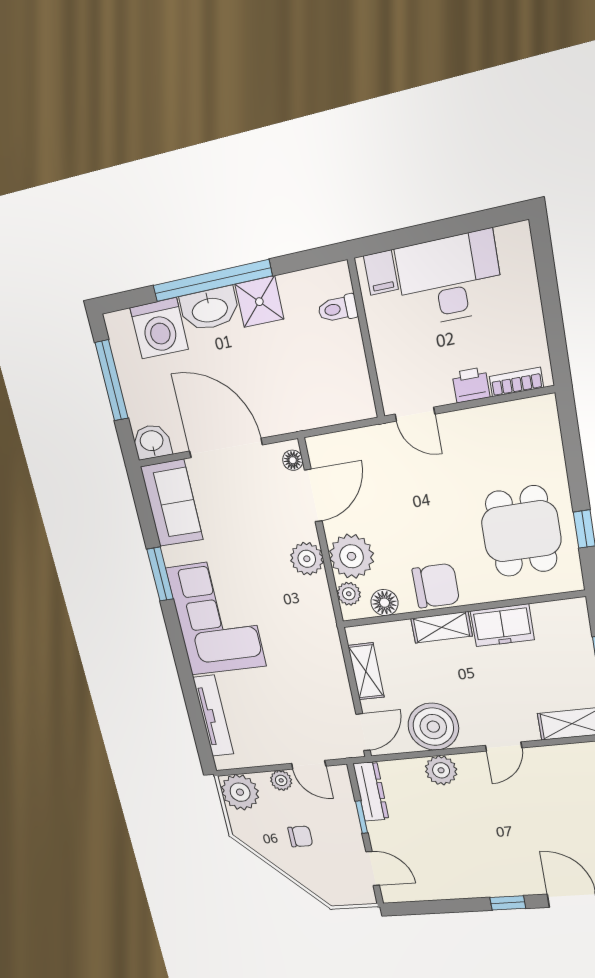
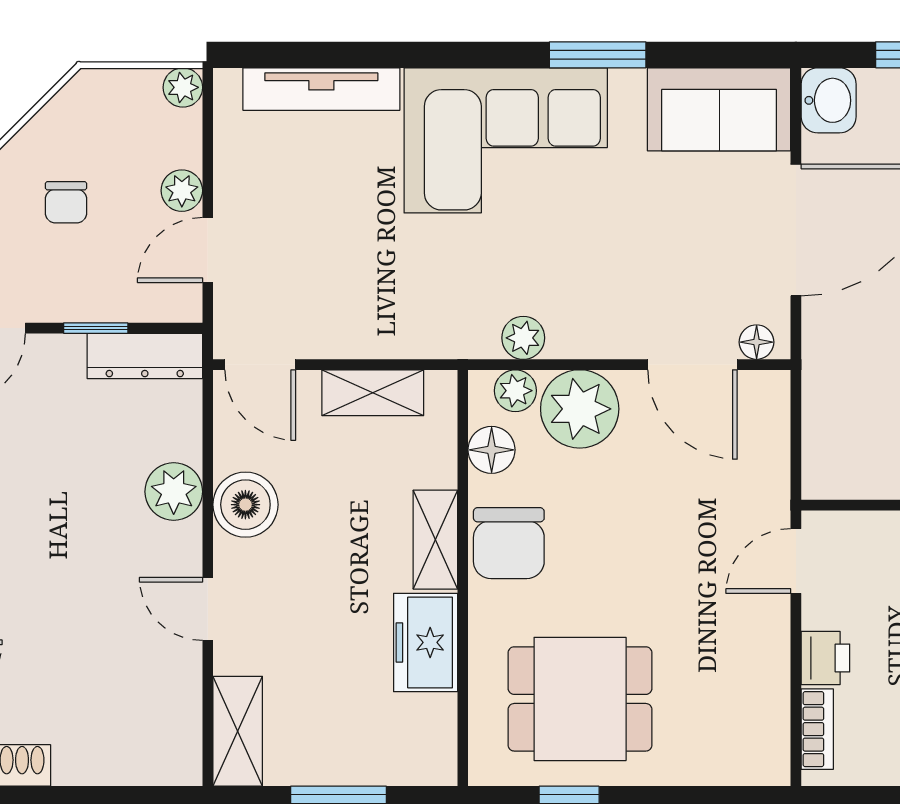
plant: (307, 559) -> (523, 338), moved, width x0.73, depth x0.73
boiler: (433, 727) -> (245, 505), width x0.73, depth x0.73
plant: (240, 792) -> (183, 87), width x0.53, depth x0.53

